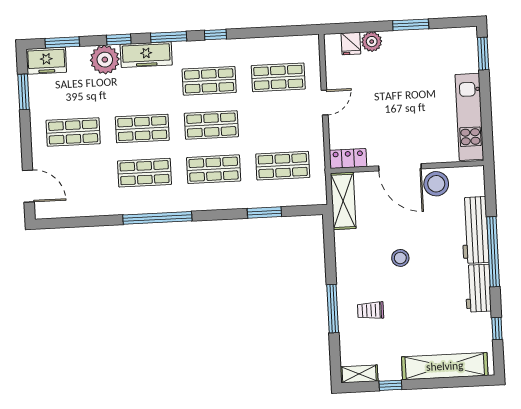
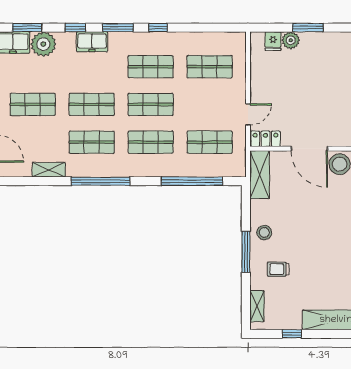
window: (411, 25) -> (308, 28), moved
freezer: (146, 55) -> (92, 42), width x0.71
plant: (105, 60) -> (43, 44), moved
door: (325, 102) -> (248, 114), moved
shelving: (96, 208) -> (49, 170), added
window: (264, 212) -> (192, 181), width x2.11
stool: (400, 258) -> (264, 233), moved
window: (333, 309) -> (246, 252), moved
shelving: (359, 374) -> (257, 306), moved, turned 90

